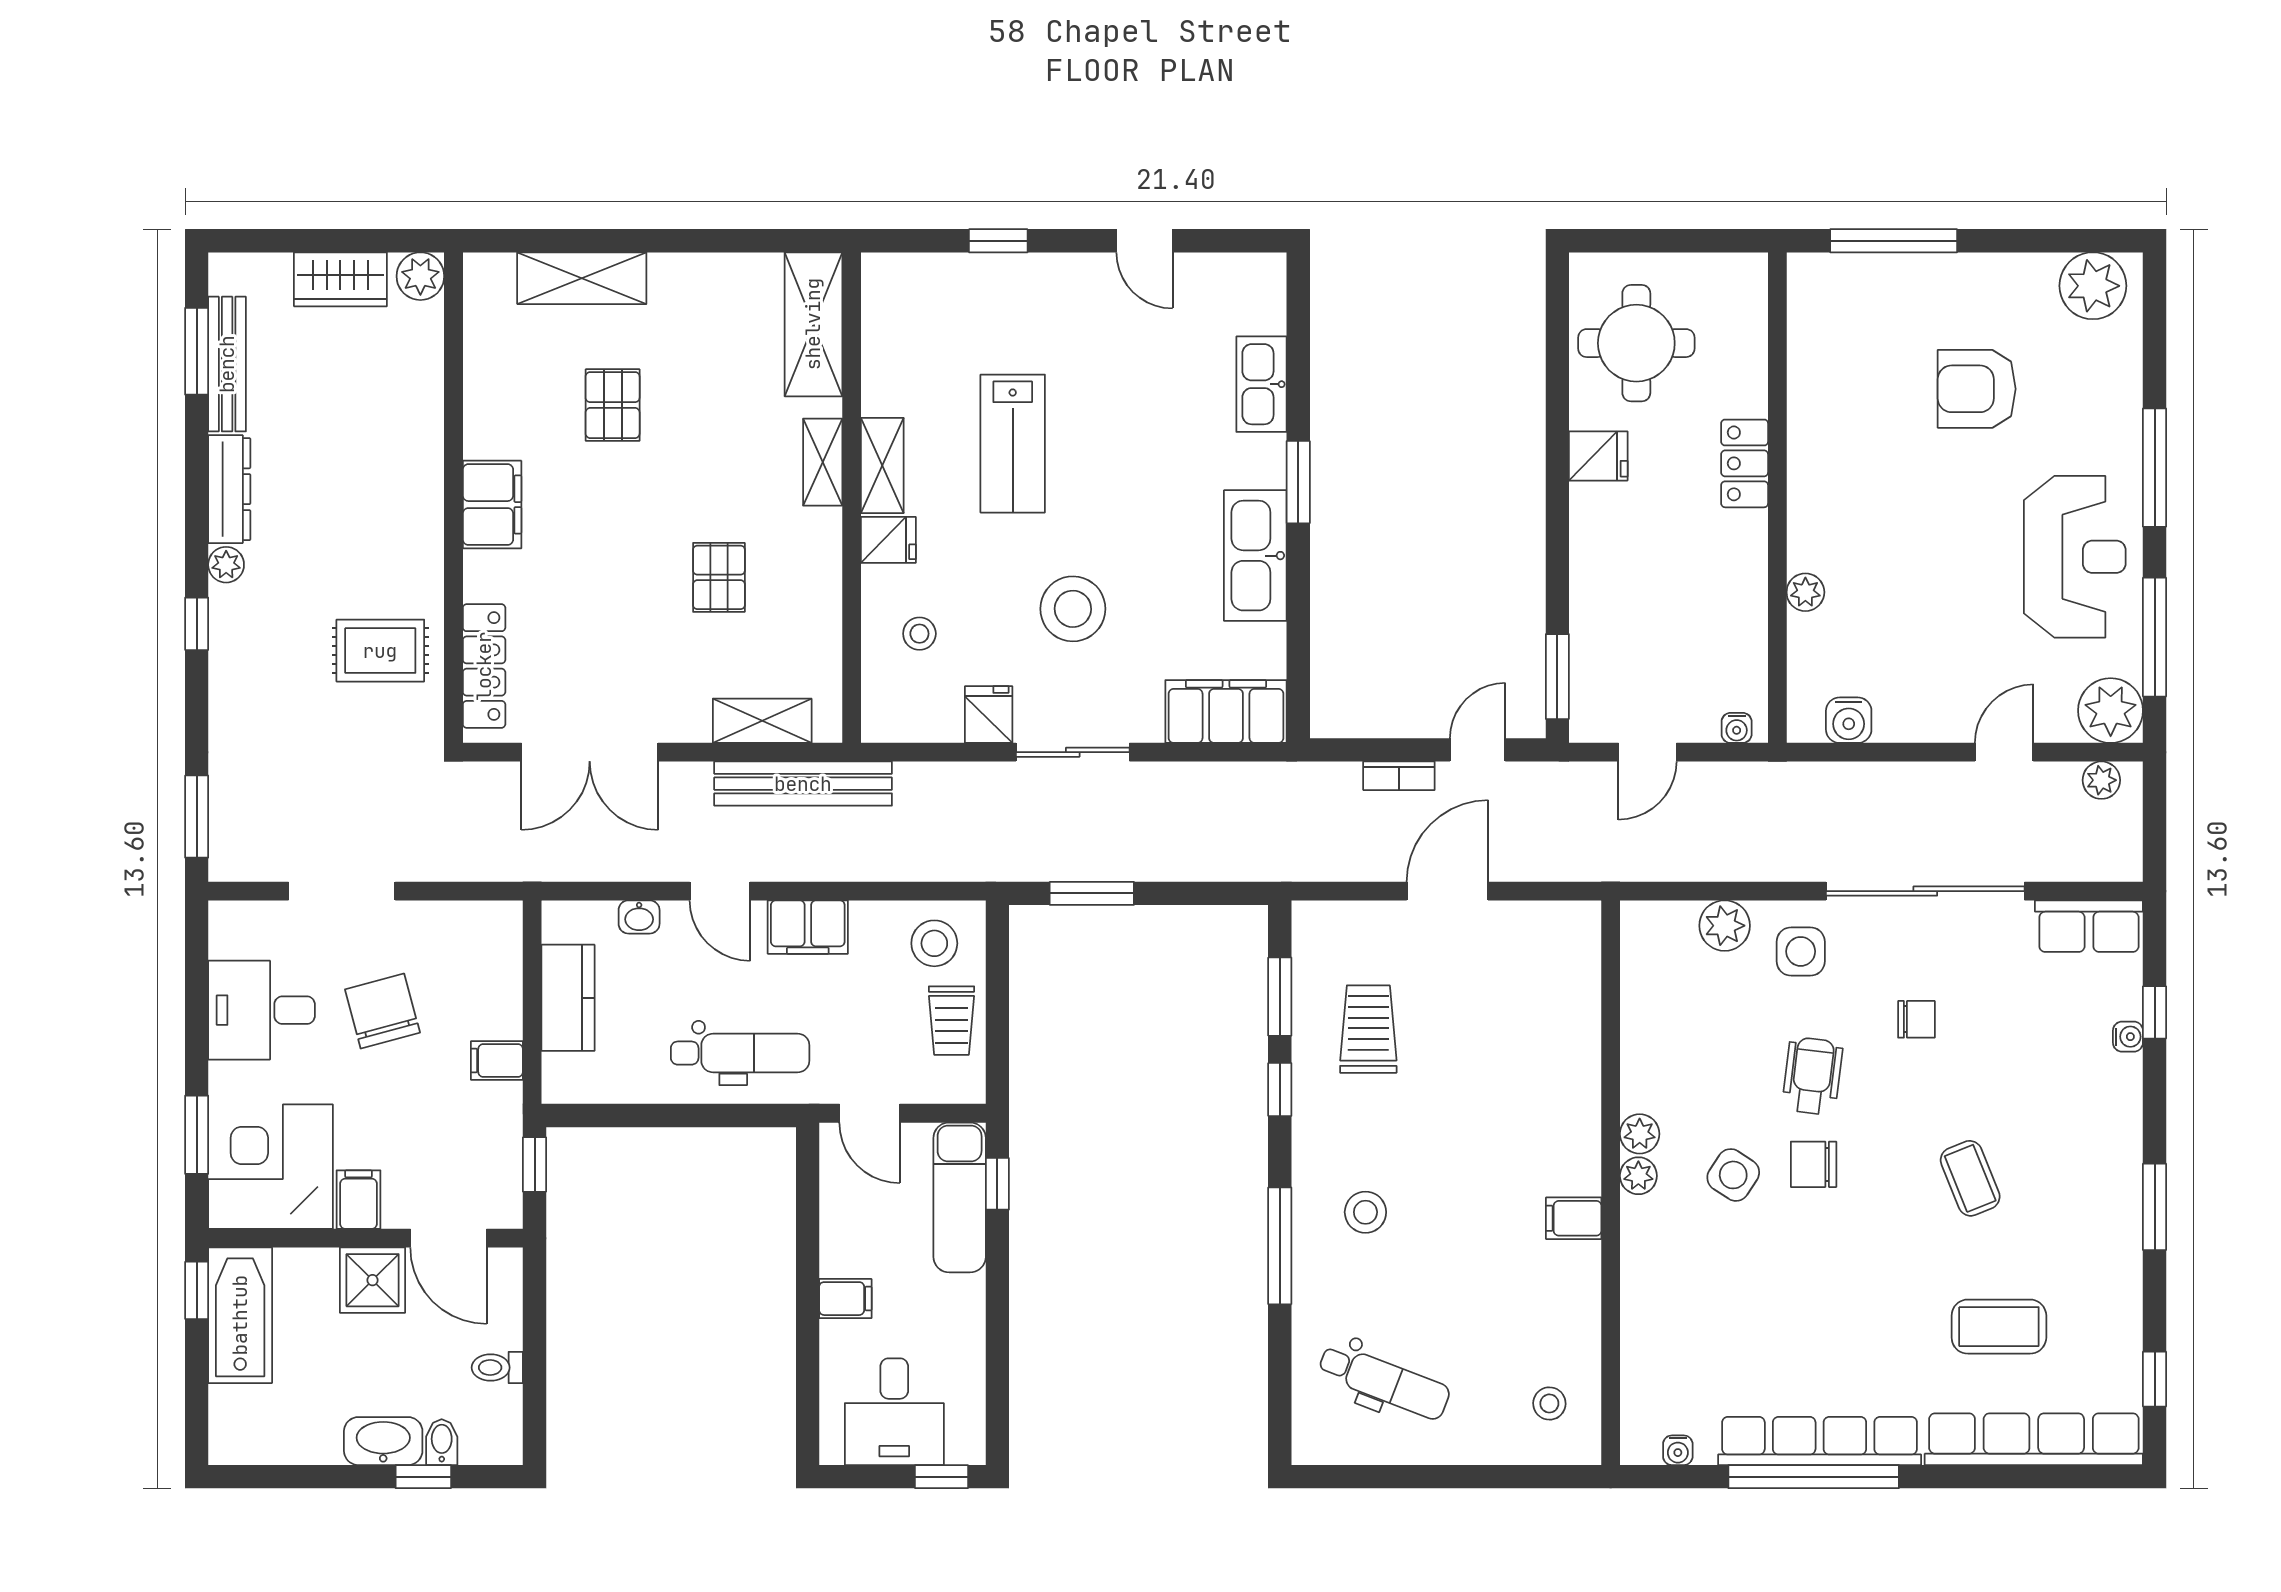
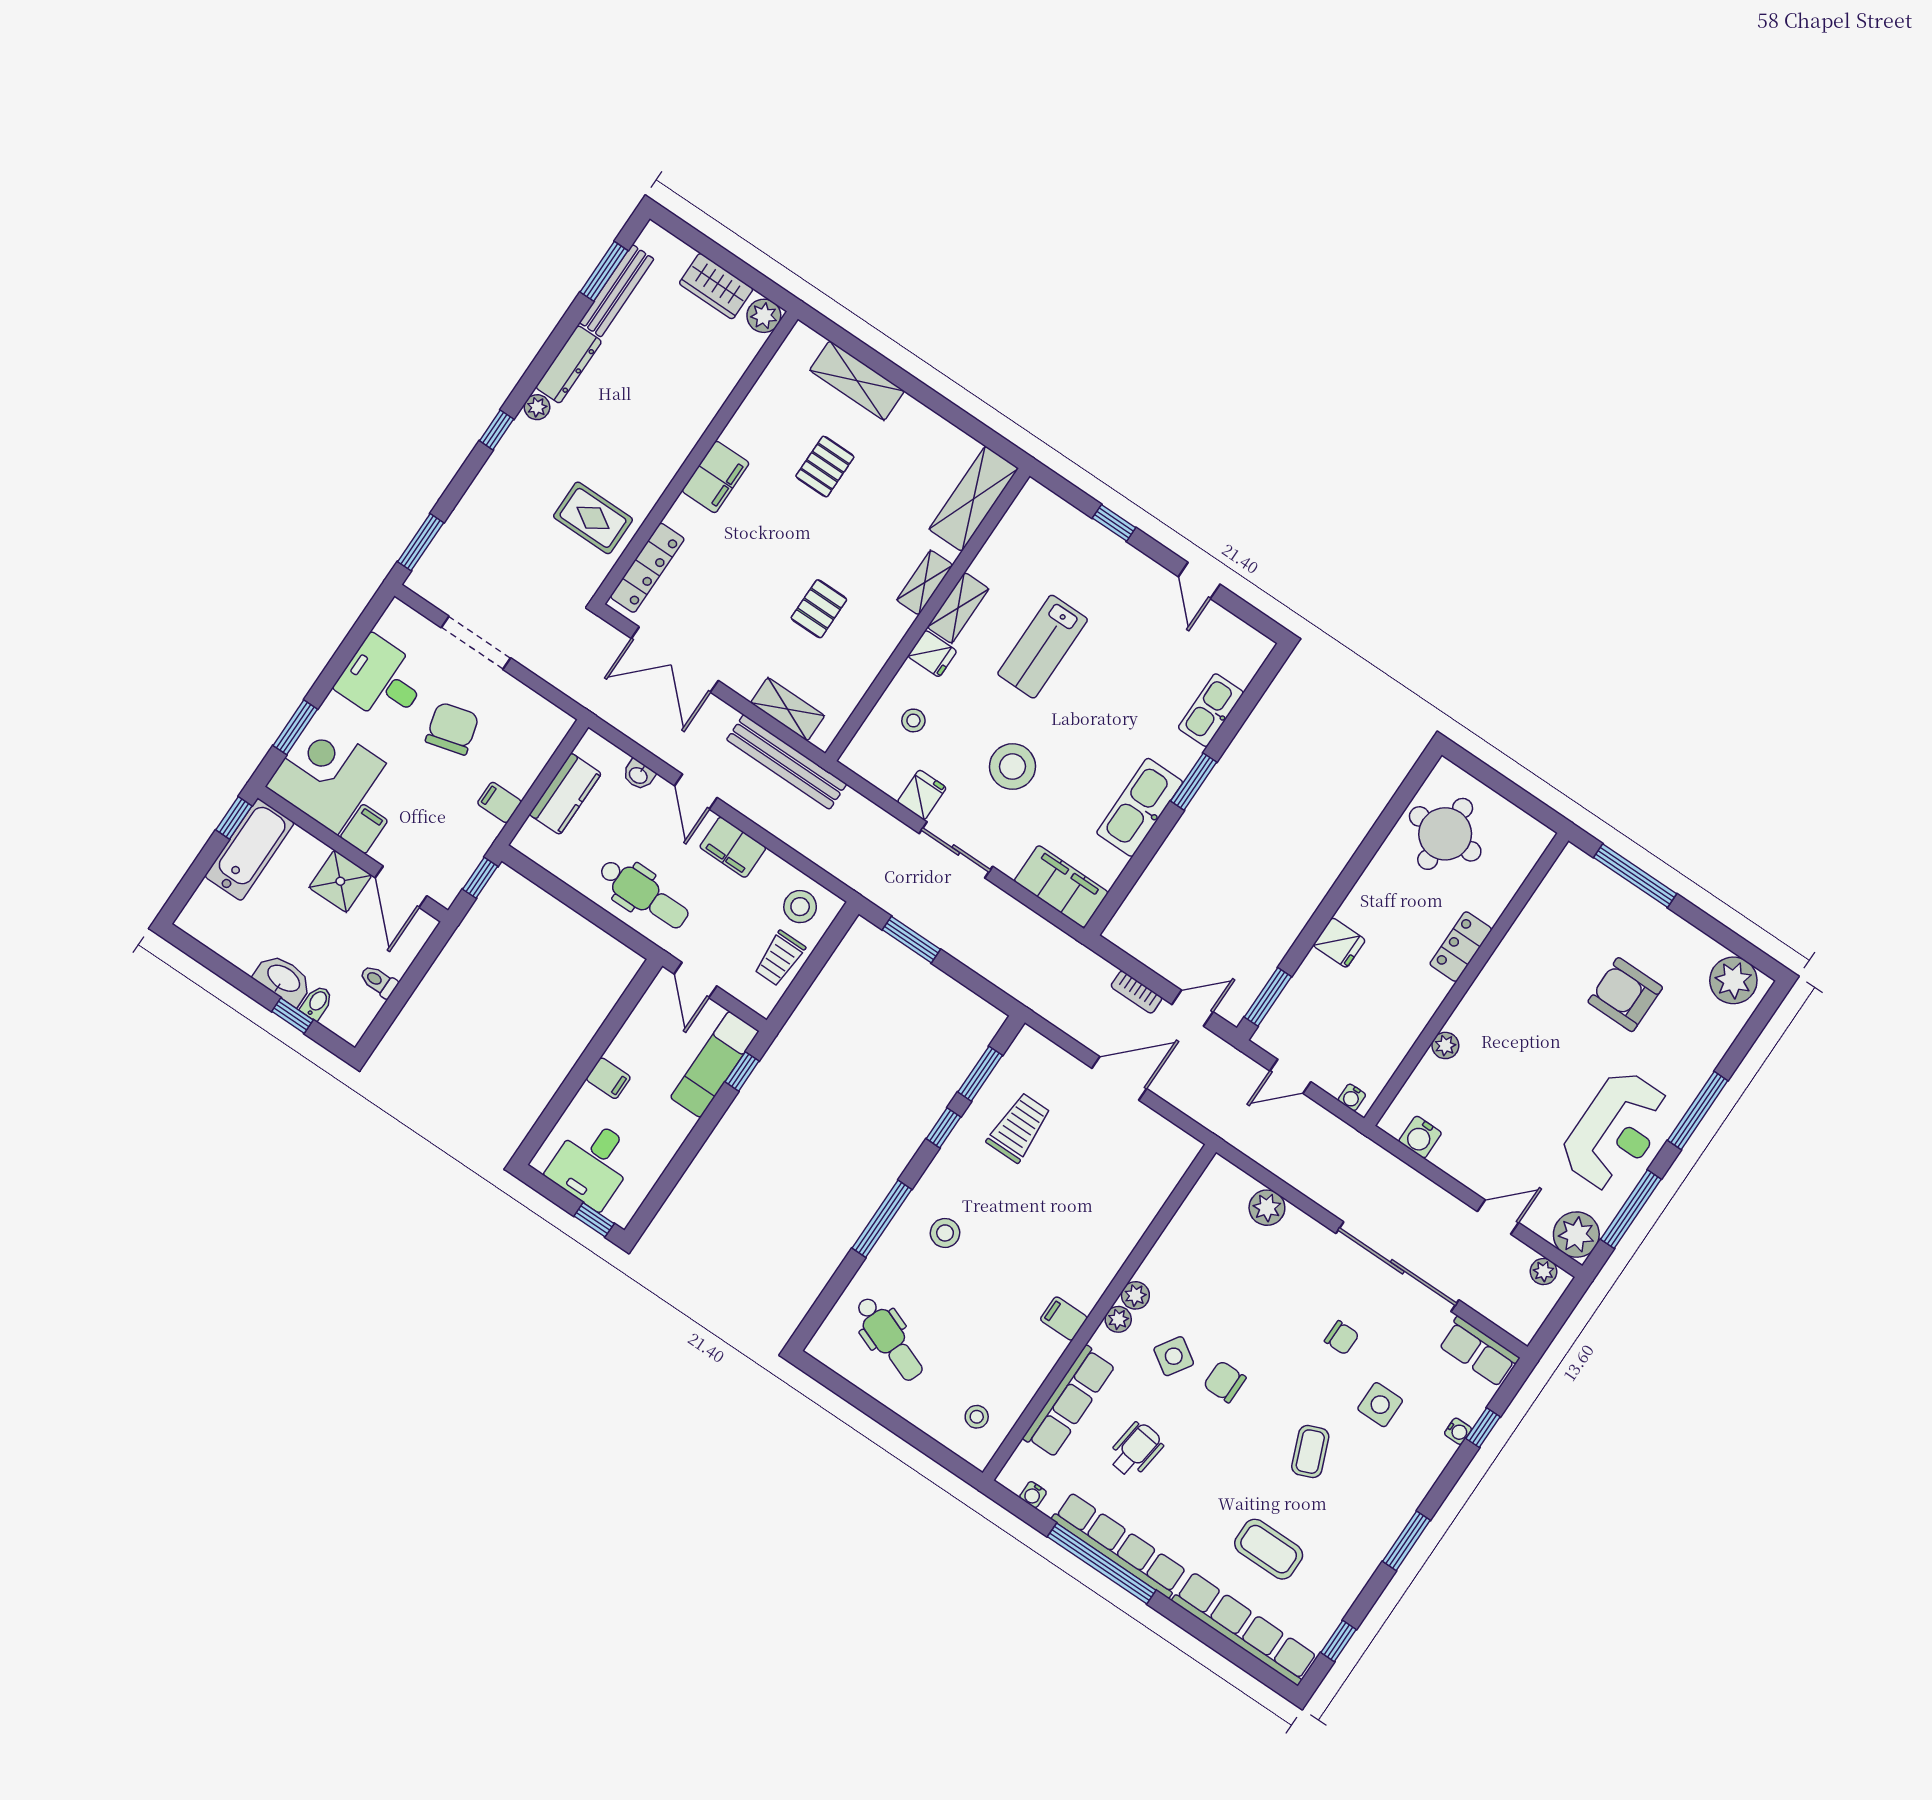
fridge: (1598, 456) -> (1339, 943), moved
side table: (1801, 951) -> (1380, 1405), moved
wheelchair: (1812, 1076) -> (1136, 1450), moved
row of seats: (1646, 1312) -> (1069, 1402), added

